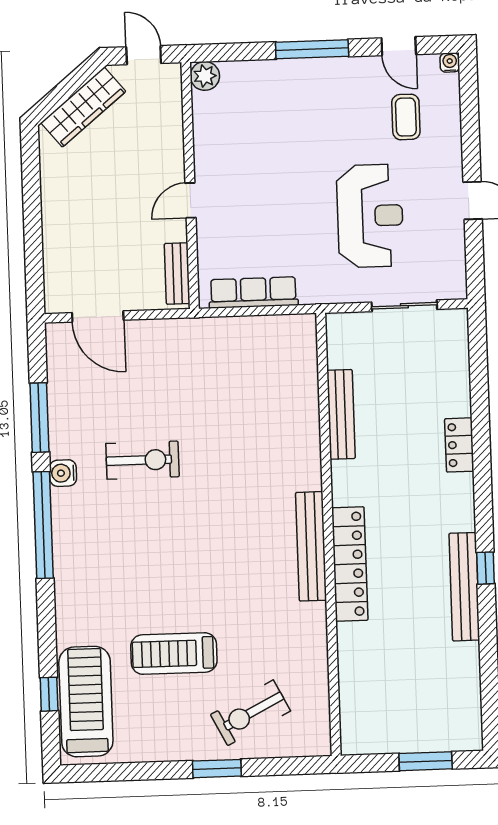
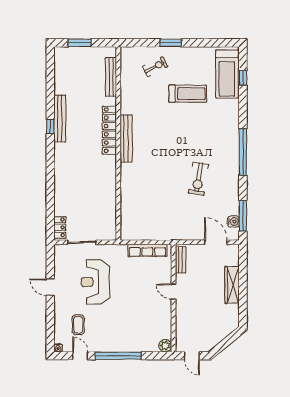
window: (312, 49) -> (118, 356), width x1.46
wardrobe: (83, 107) -> (232, 285), moved, turned -51
door: (190, 200) -> (174, 292), swing flipped
bench: (341, 414) -> (111, 77), moved
window: (39, 418) -> (243, 216), moved
locker: (459, 445) -> (60, 227), moved
exercise bike: (142, 460) -> (198, 179), turned -81
water cooler: (63, 473) -> (233, 221), moved
exercise bike: (251, 713) -> (155, 67), width x0.73, depth x0.72

